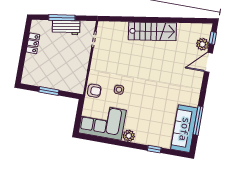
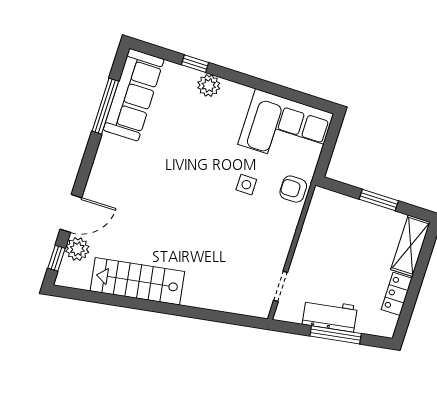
stairs: (152, 31) -> (137, 281), moved
shelving: (29, 69) -> (410, 246), added
plant: (129, 136) -> (209, 85), moved

